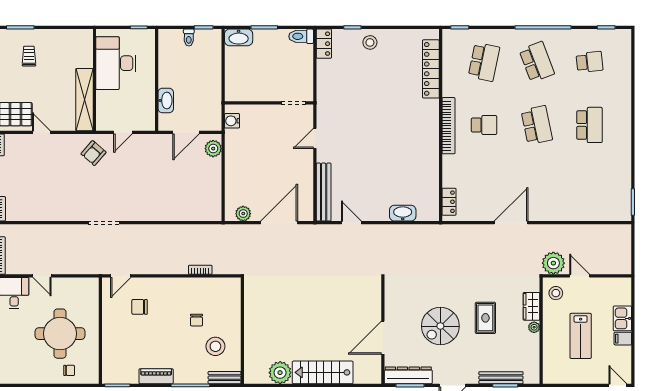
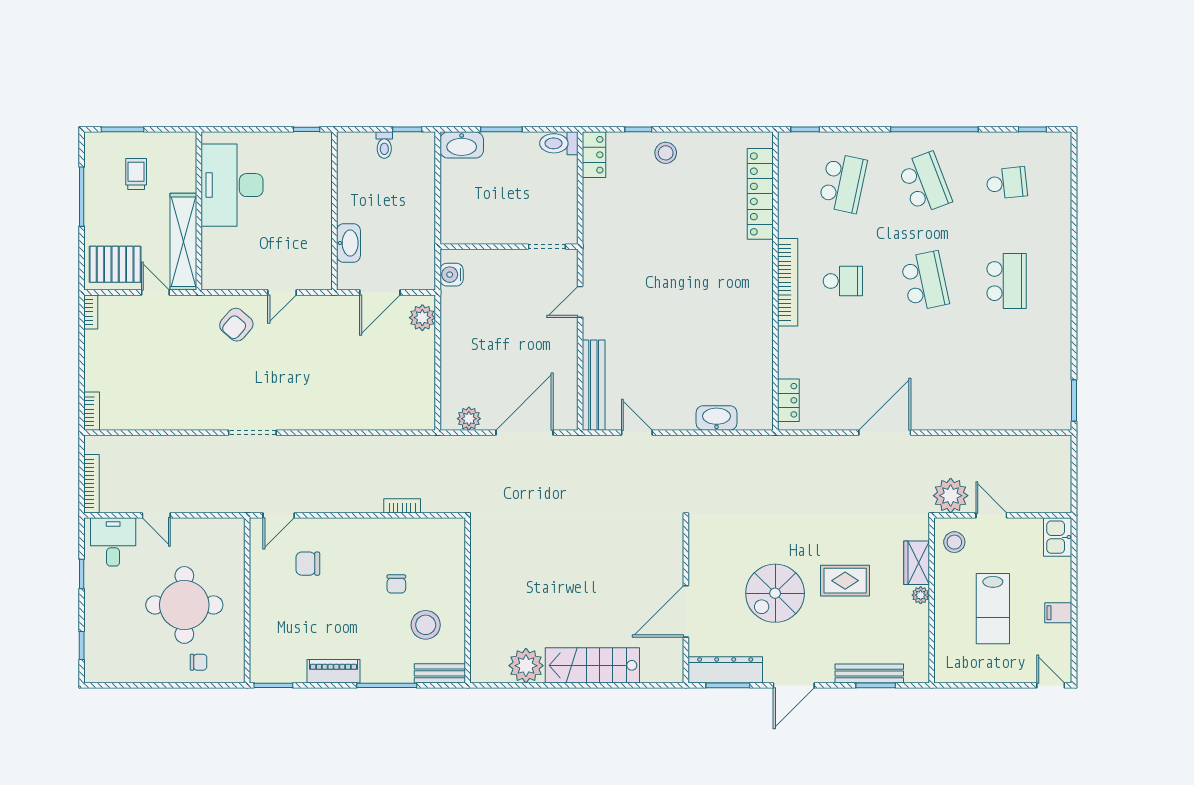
desk: (116, 63) -> (232, 185), moved
wall: (95, 80) -> (199, 211), moved
shelving: (84, 100) -> (183, 242), moved
rug: (485, 318) -> (845, 581), turned 90
kitchen sink: (622, 318) -> (1058, 537), moved

